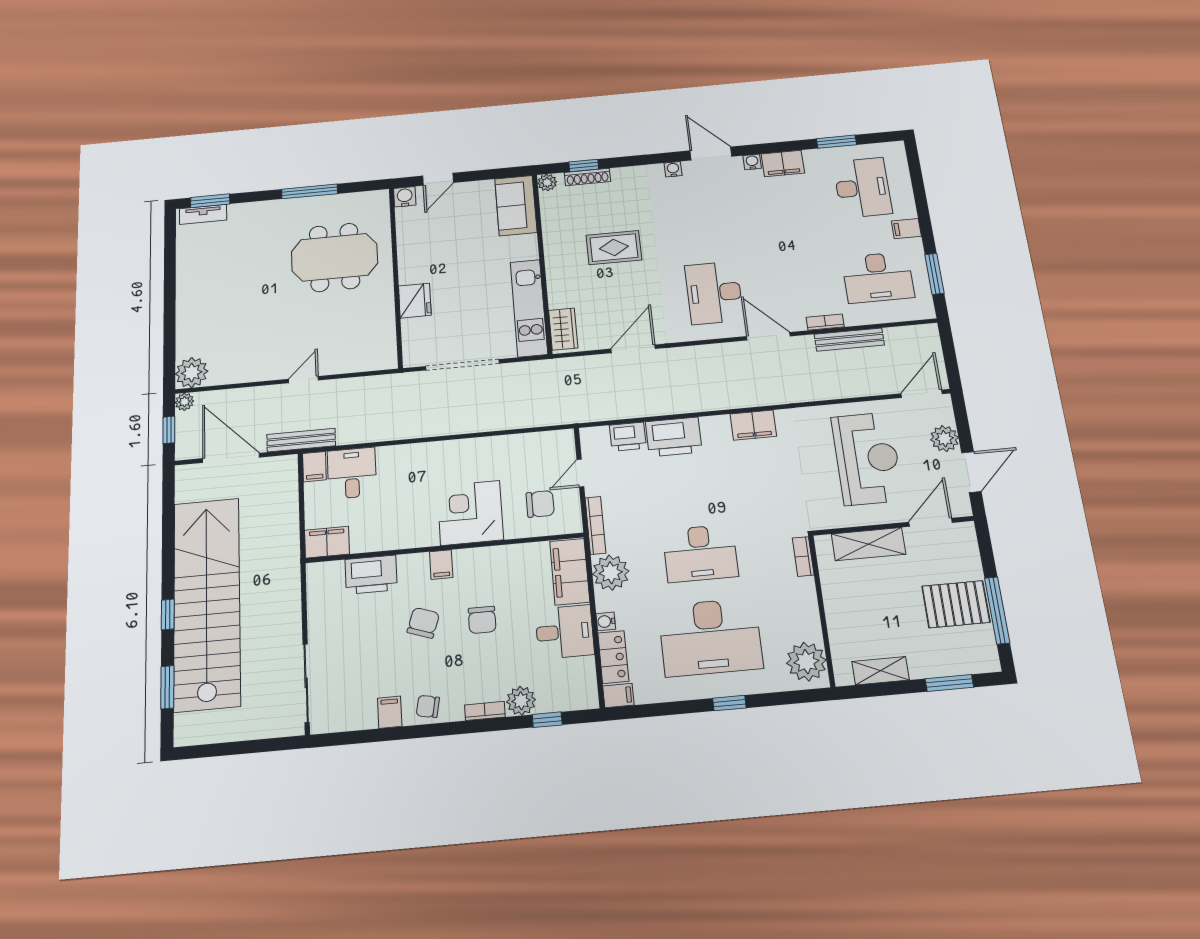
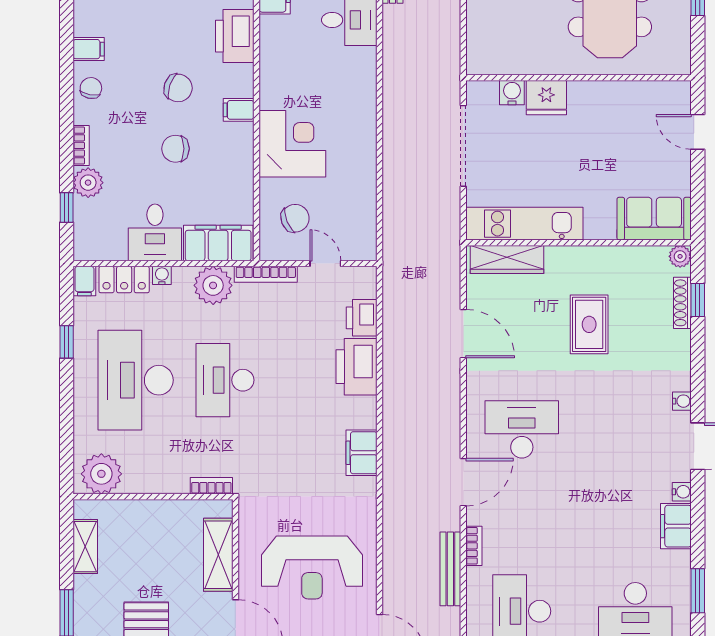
water cooler: (405, 197) -> (512, 93), moved, turned -90
wardrobe: (563, 329) -> (507, 259), width x1.50
chair: (540, 504) -> (295, 218), turned -112
window: (729, 703) -> (67, 342), moved

